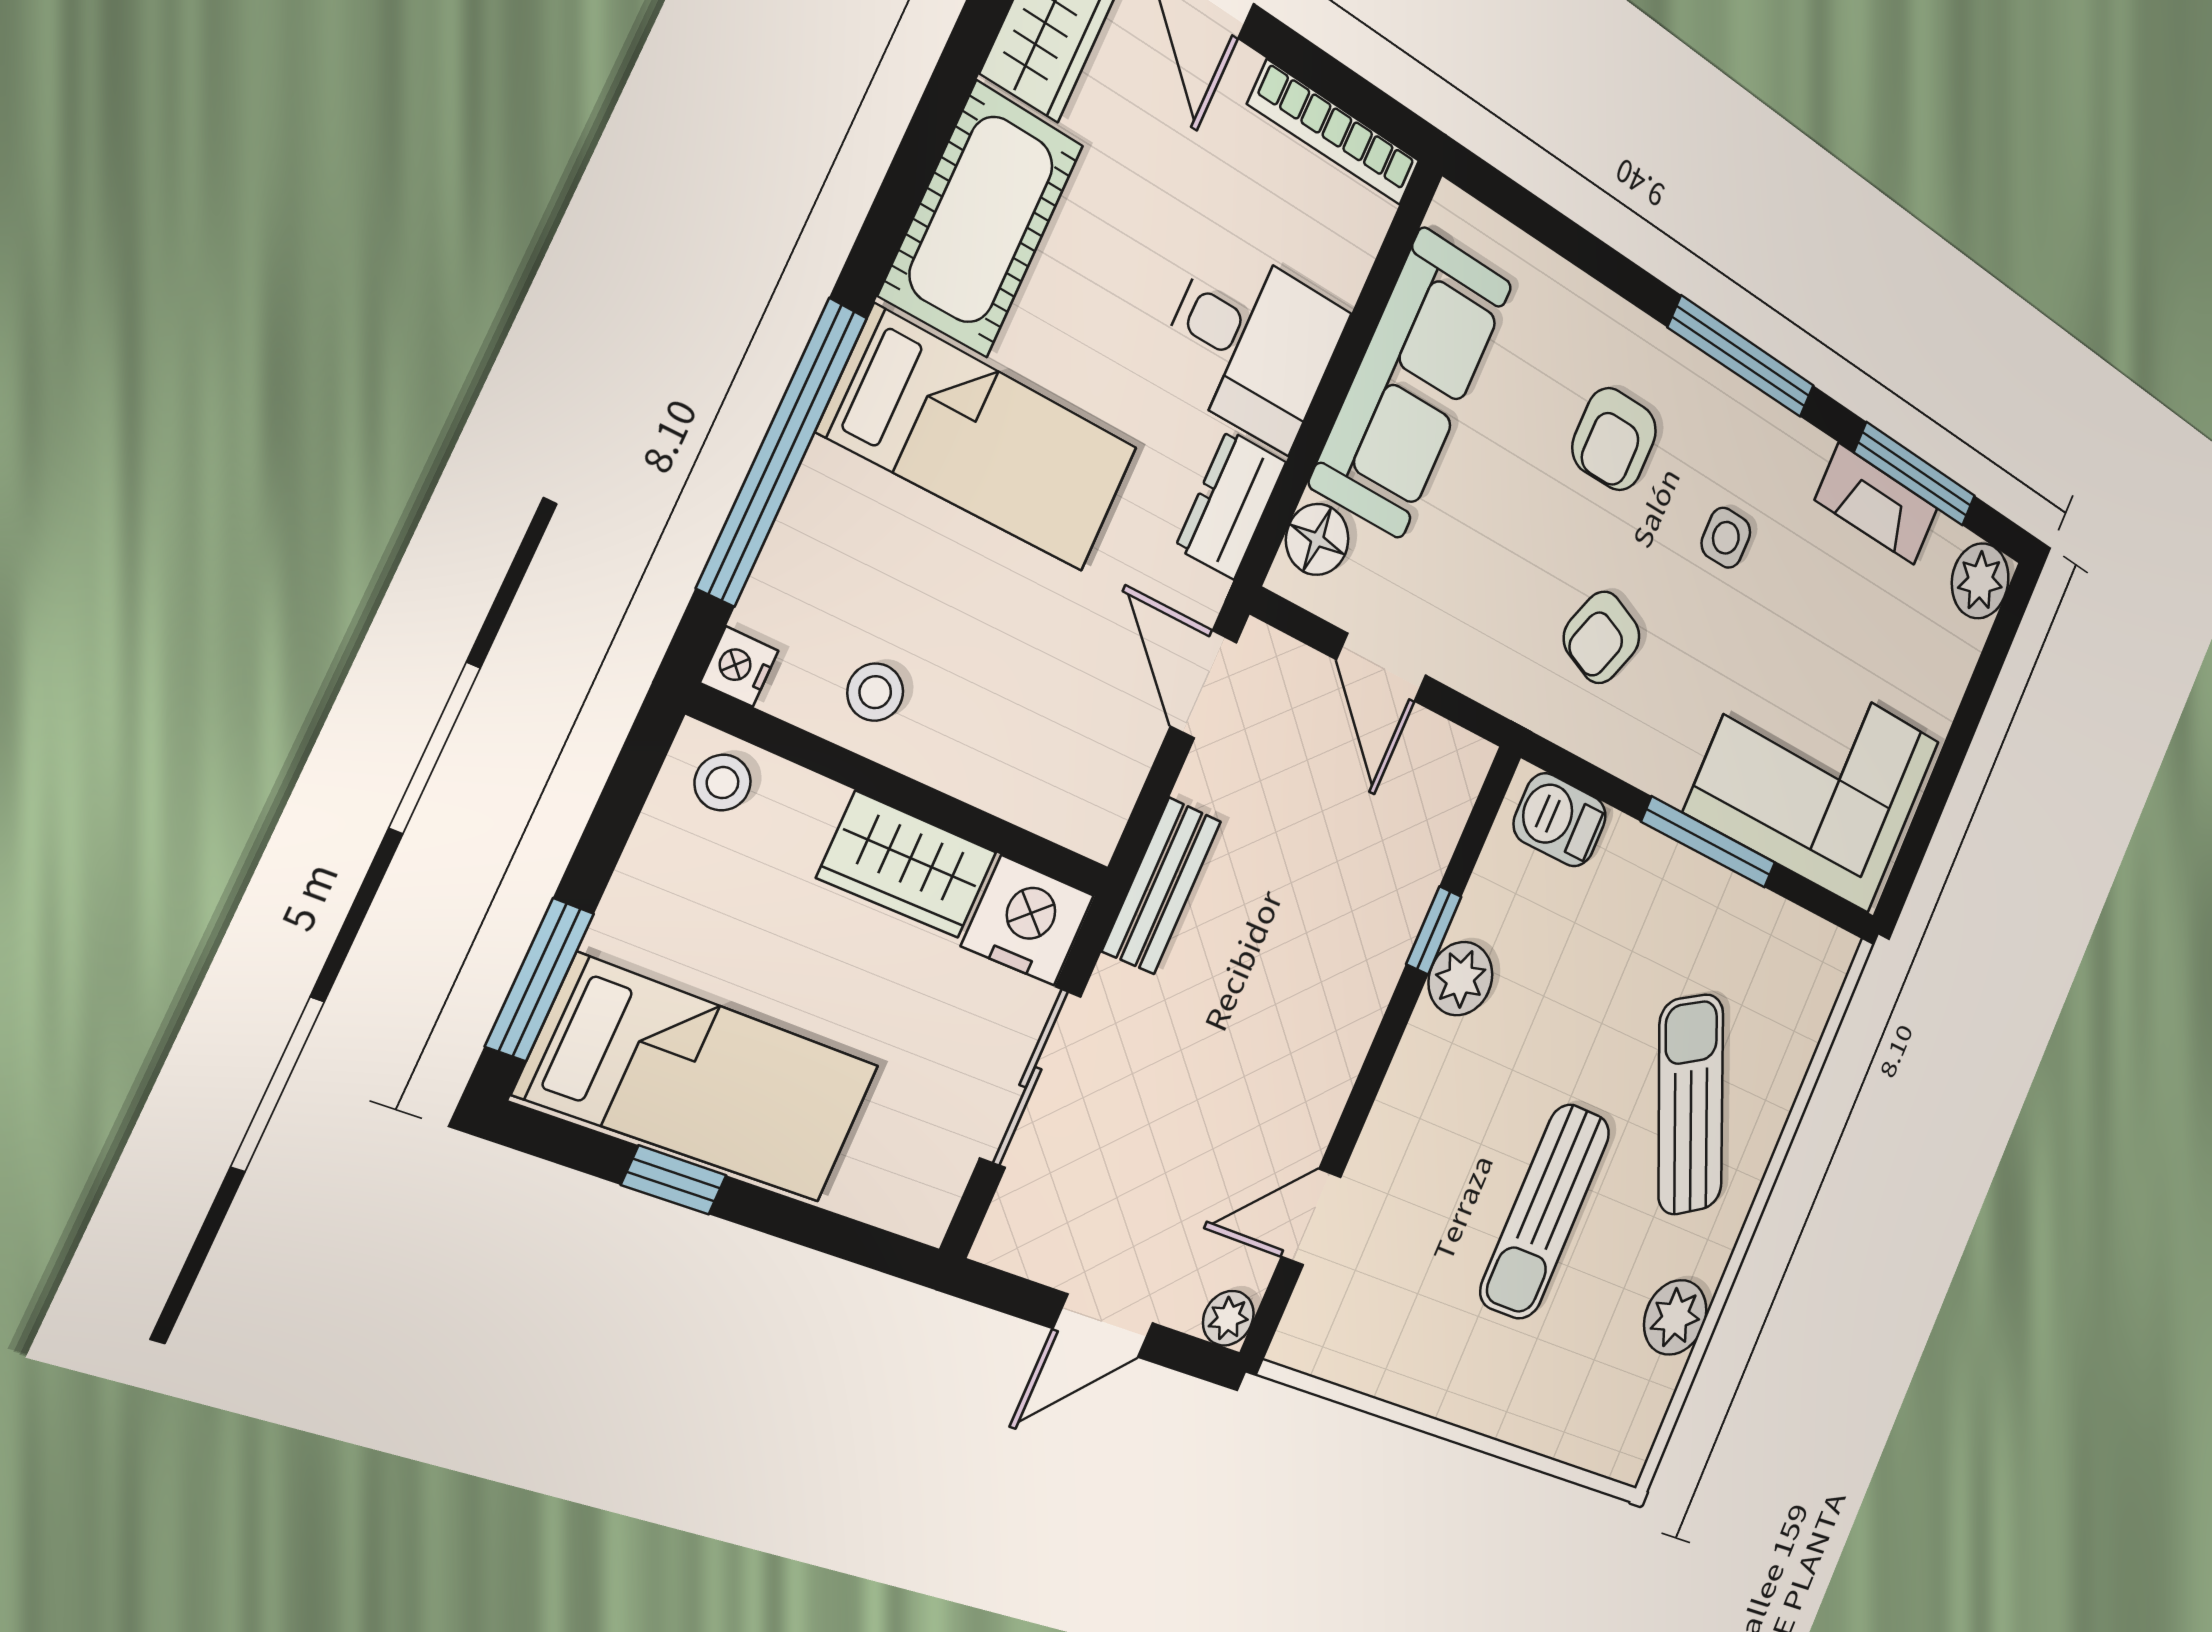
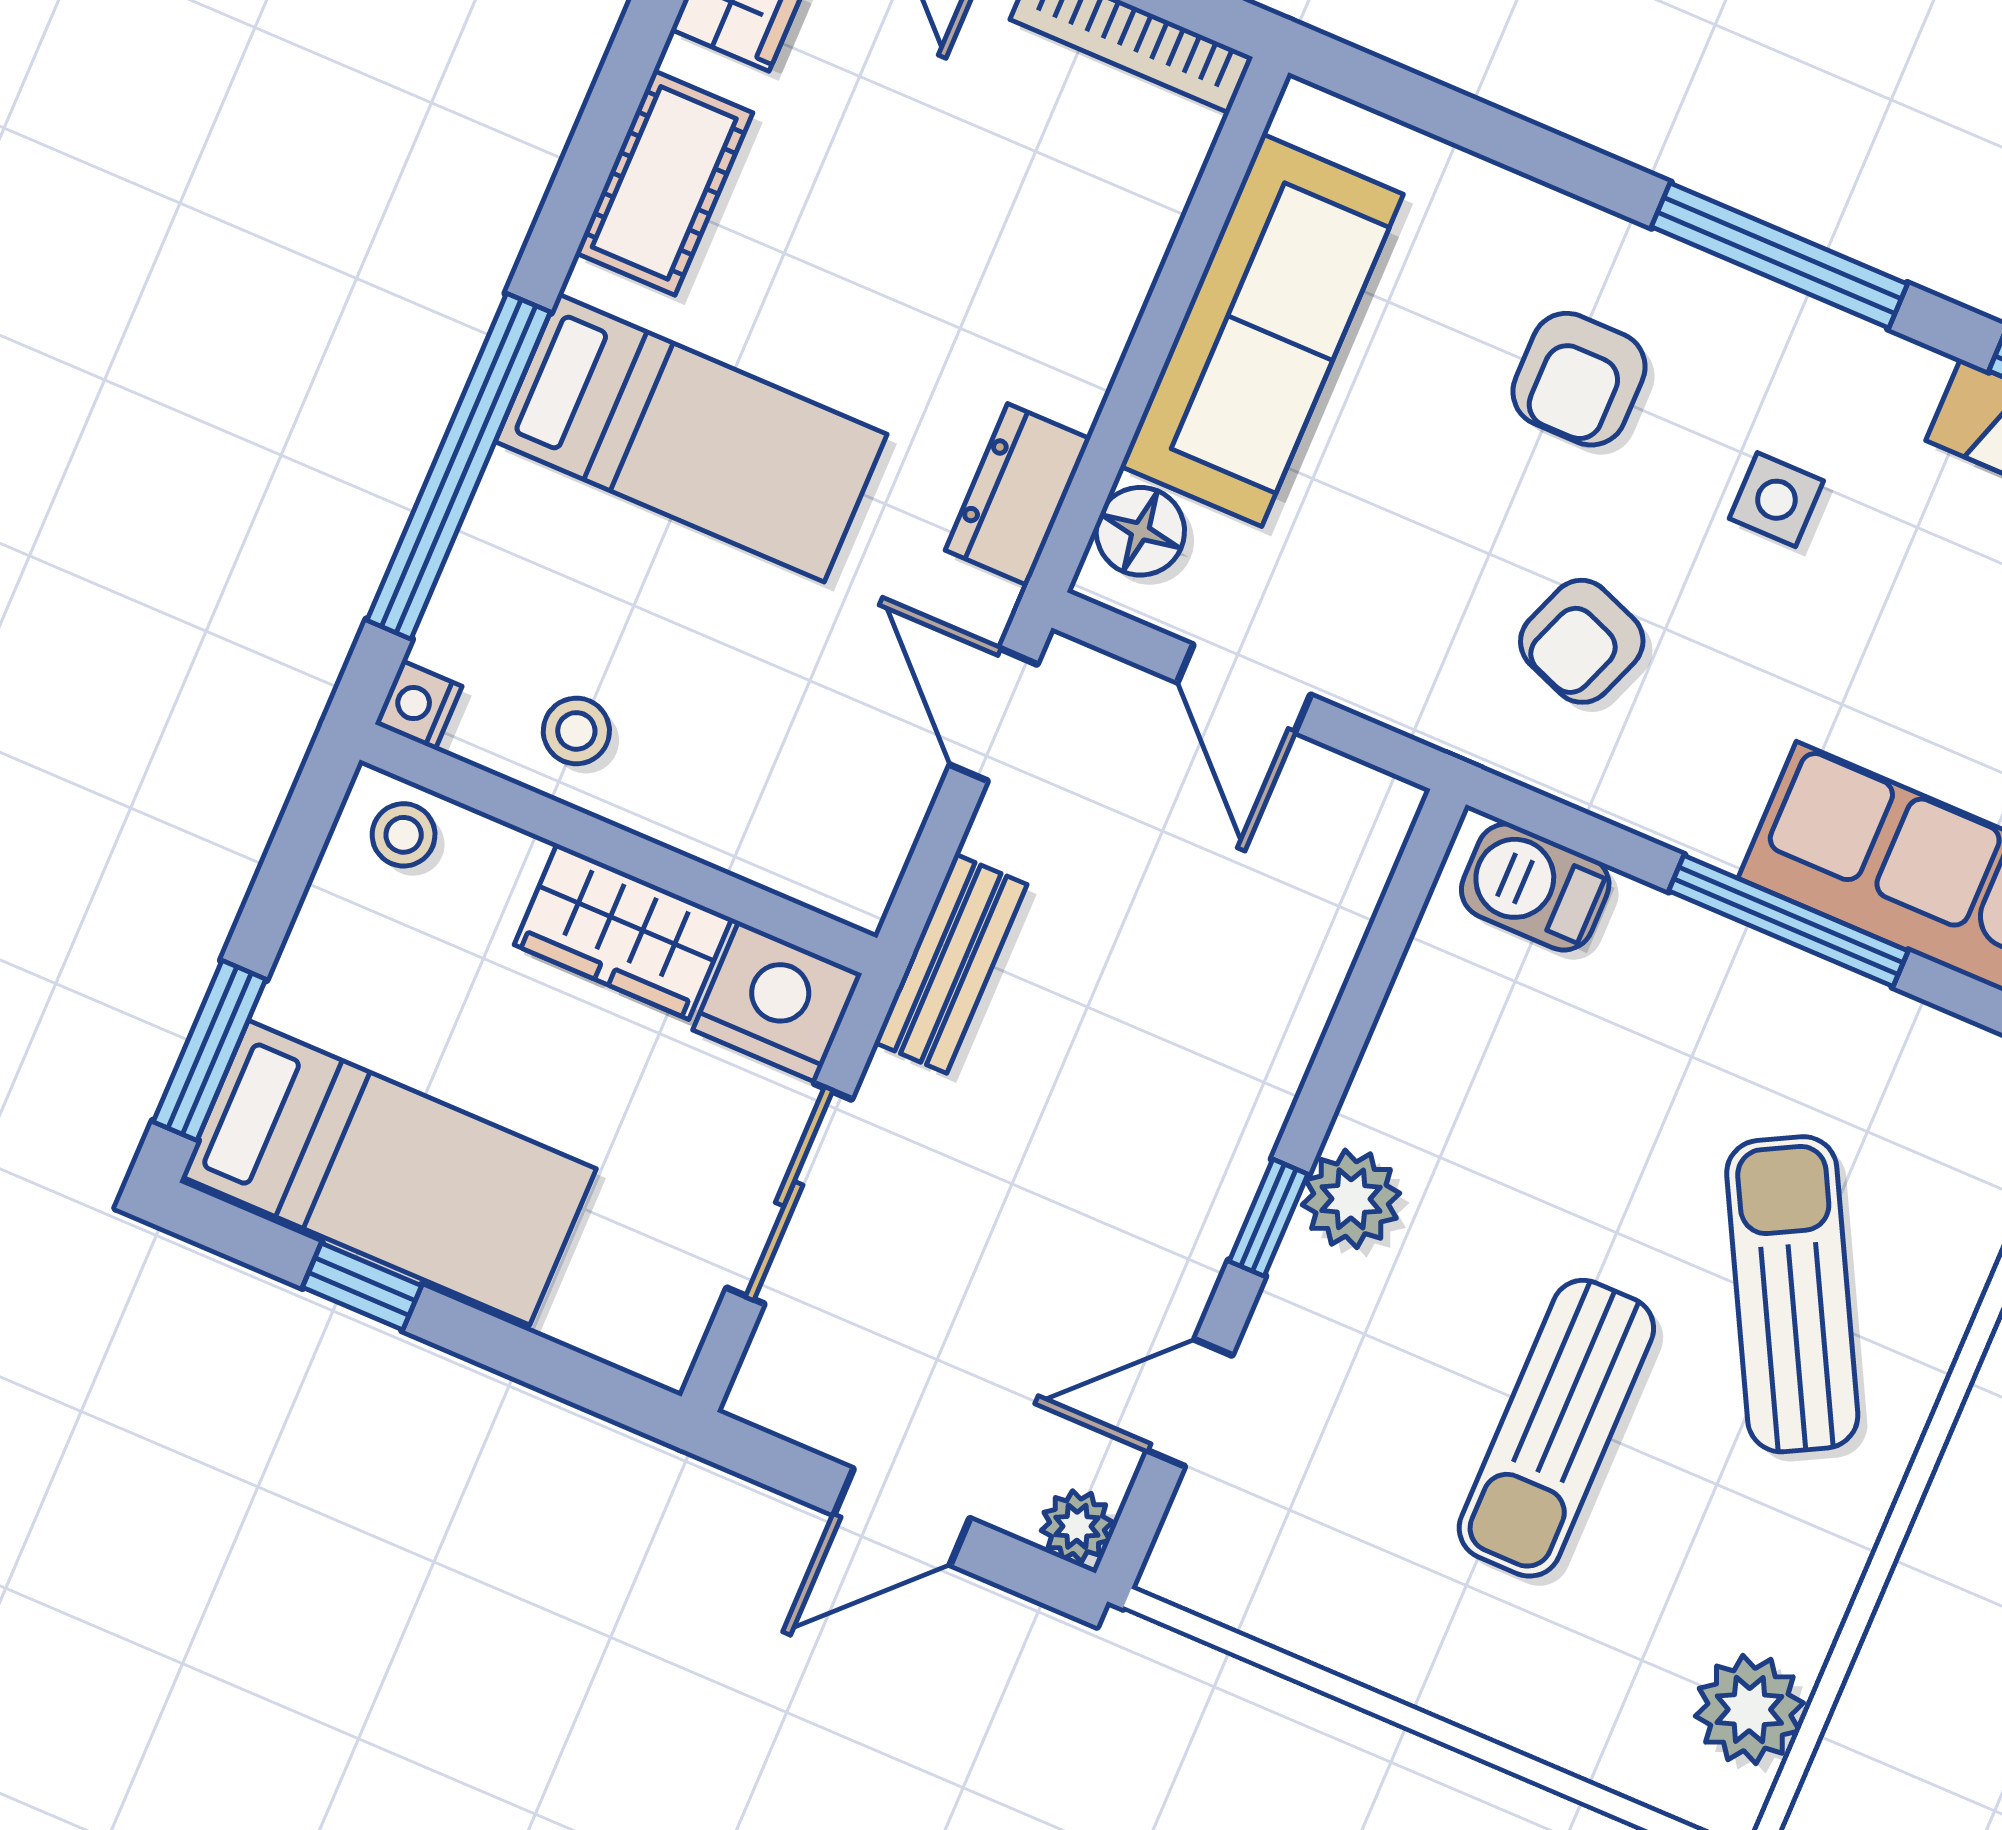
cot: (981, 220) -> (664, 183), width x0.73, depth x0.75
desk: (1252, 344) -> (1035, 300), removed
window: (1434, 930) -> (1269, 1218), moved
plant: (1460, 979) -> (1351, 1199), moved
plant: (1675, 1317) -> (1749, 1710), moved

